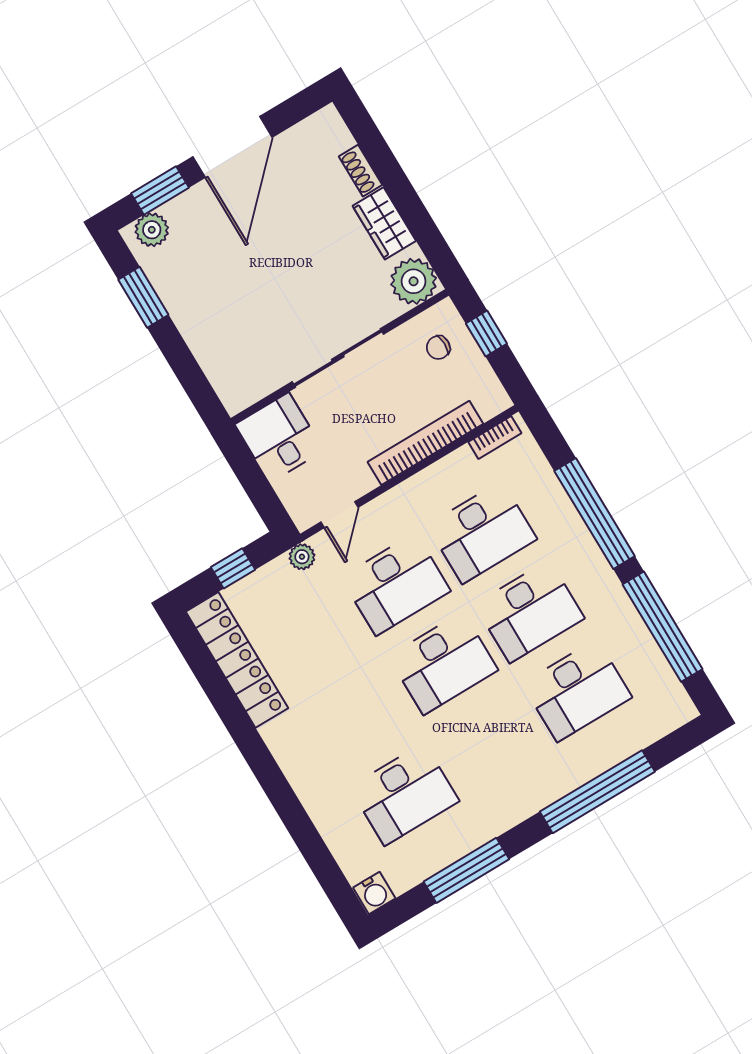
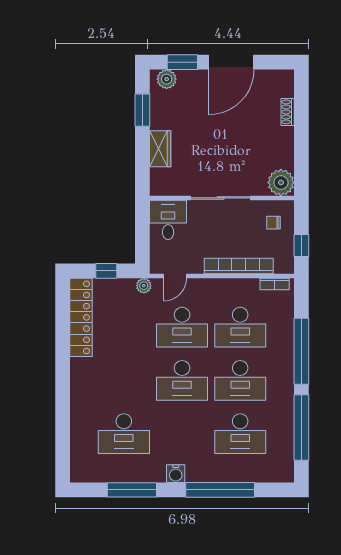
wardrobe: (384, 223) -> (160, 149), moved, turned 180
window: (486, 333) -> (301, 245), moved
water cooler: (374, 893) -> (176, 474), moved

